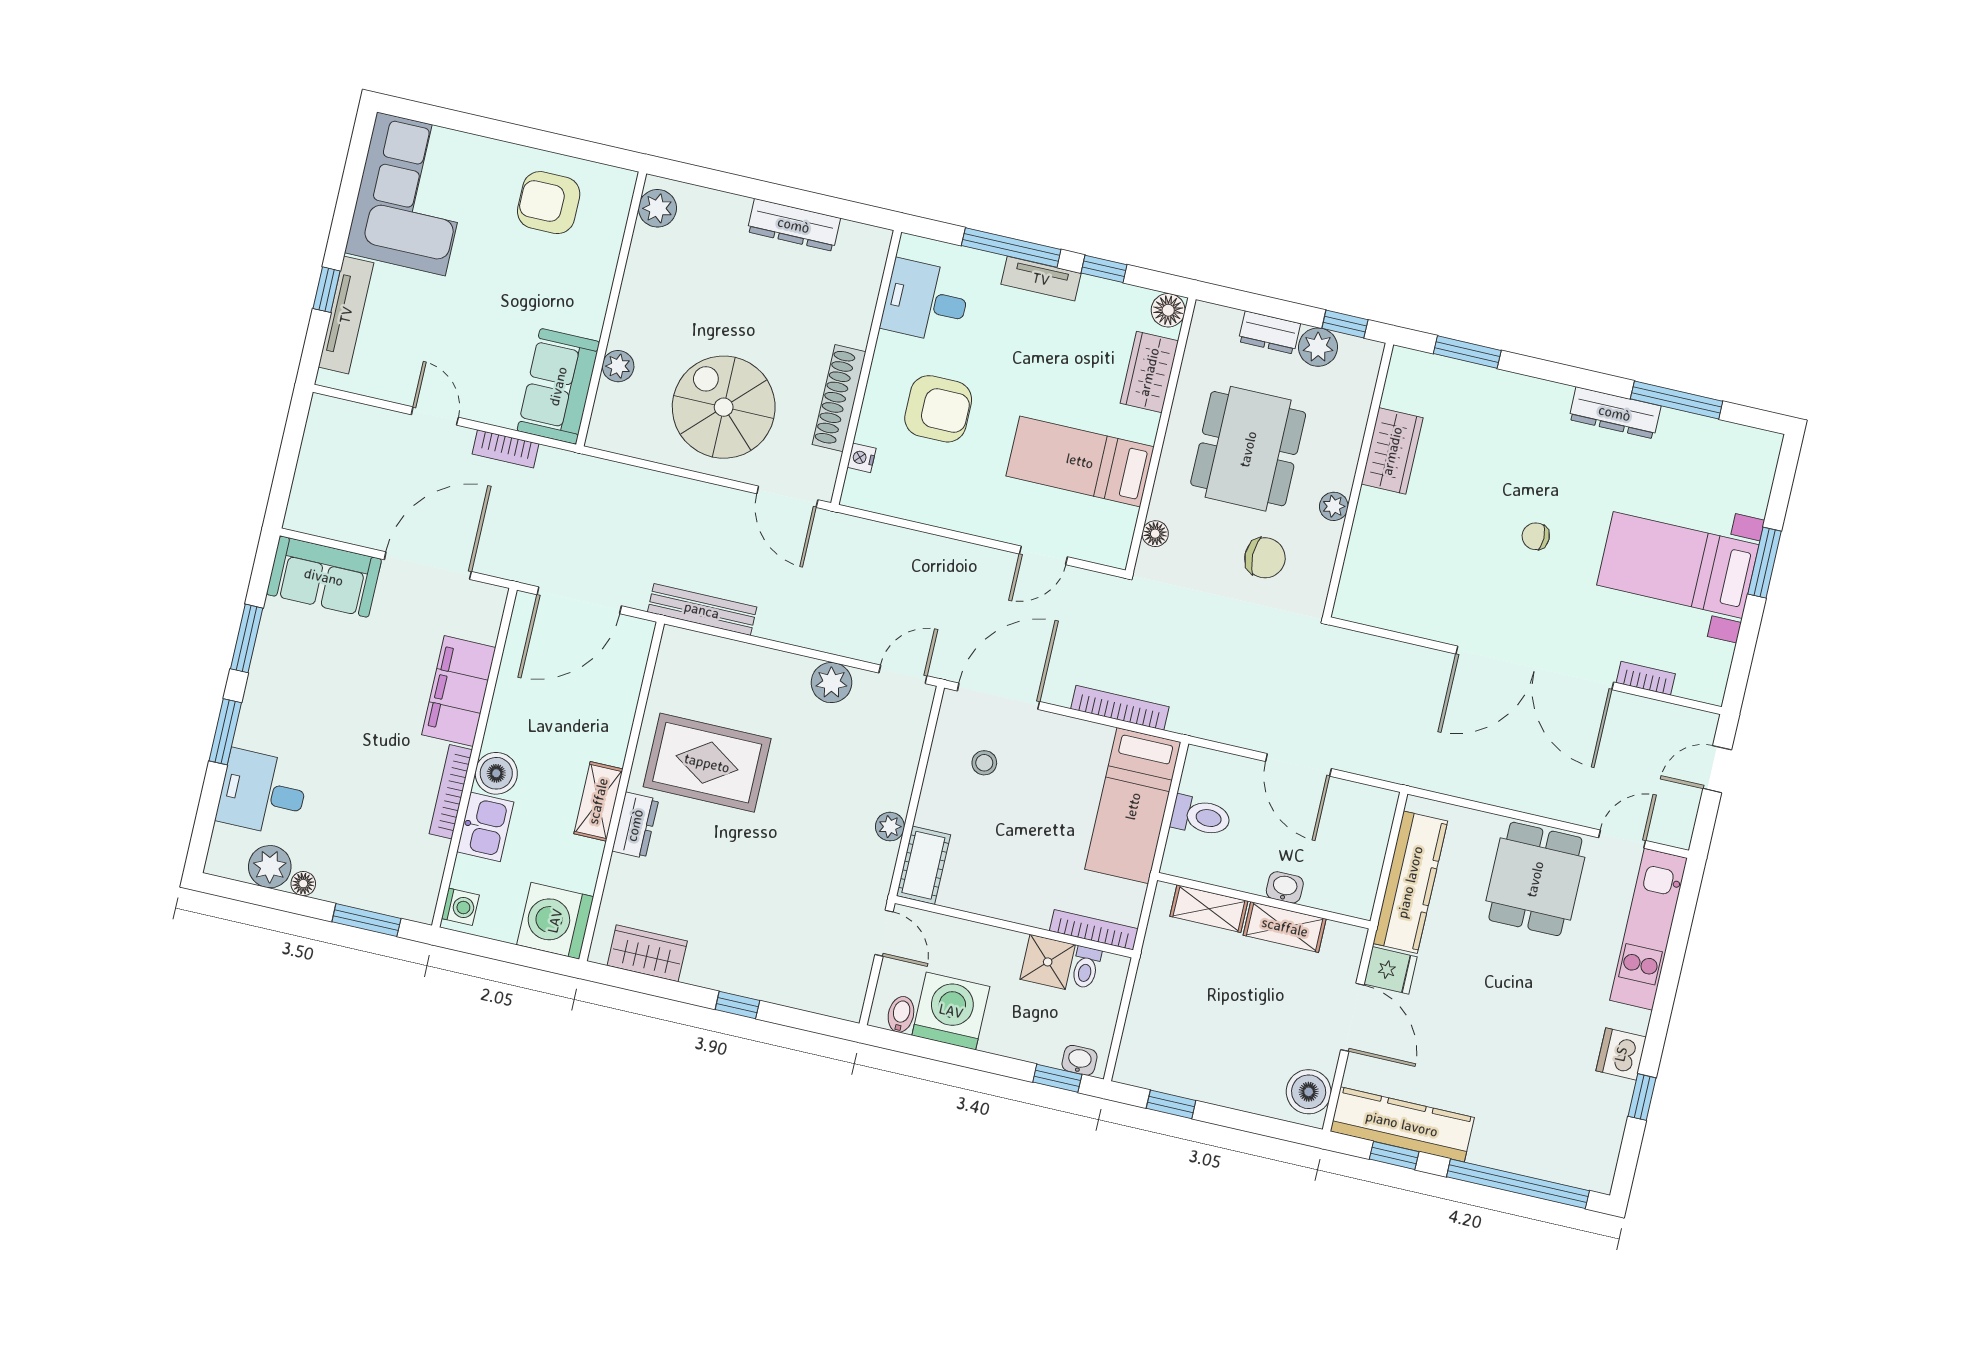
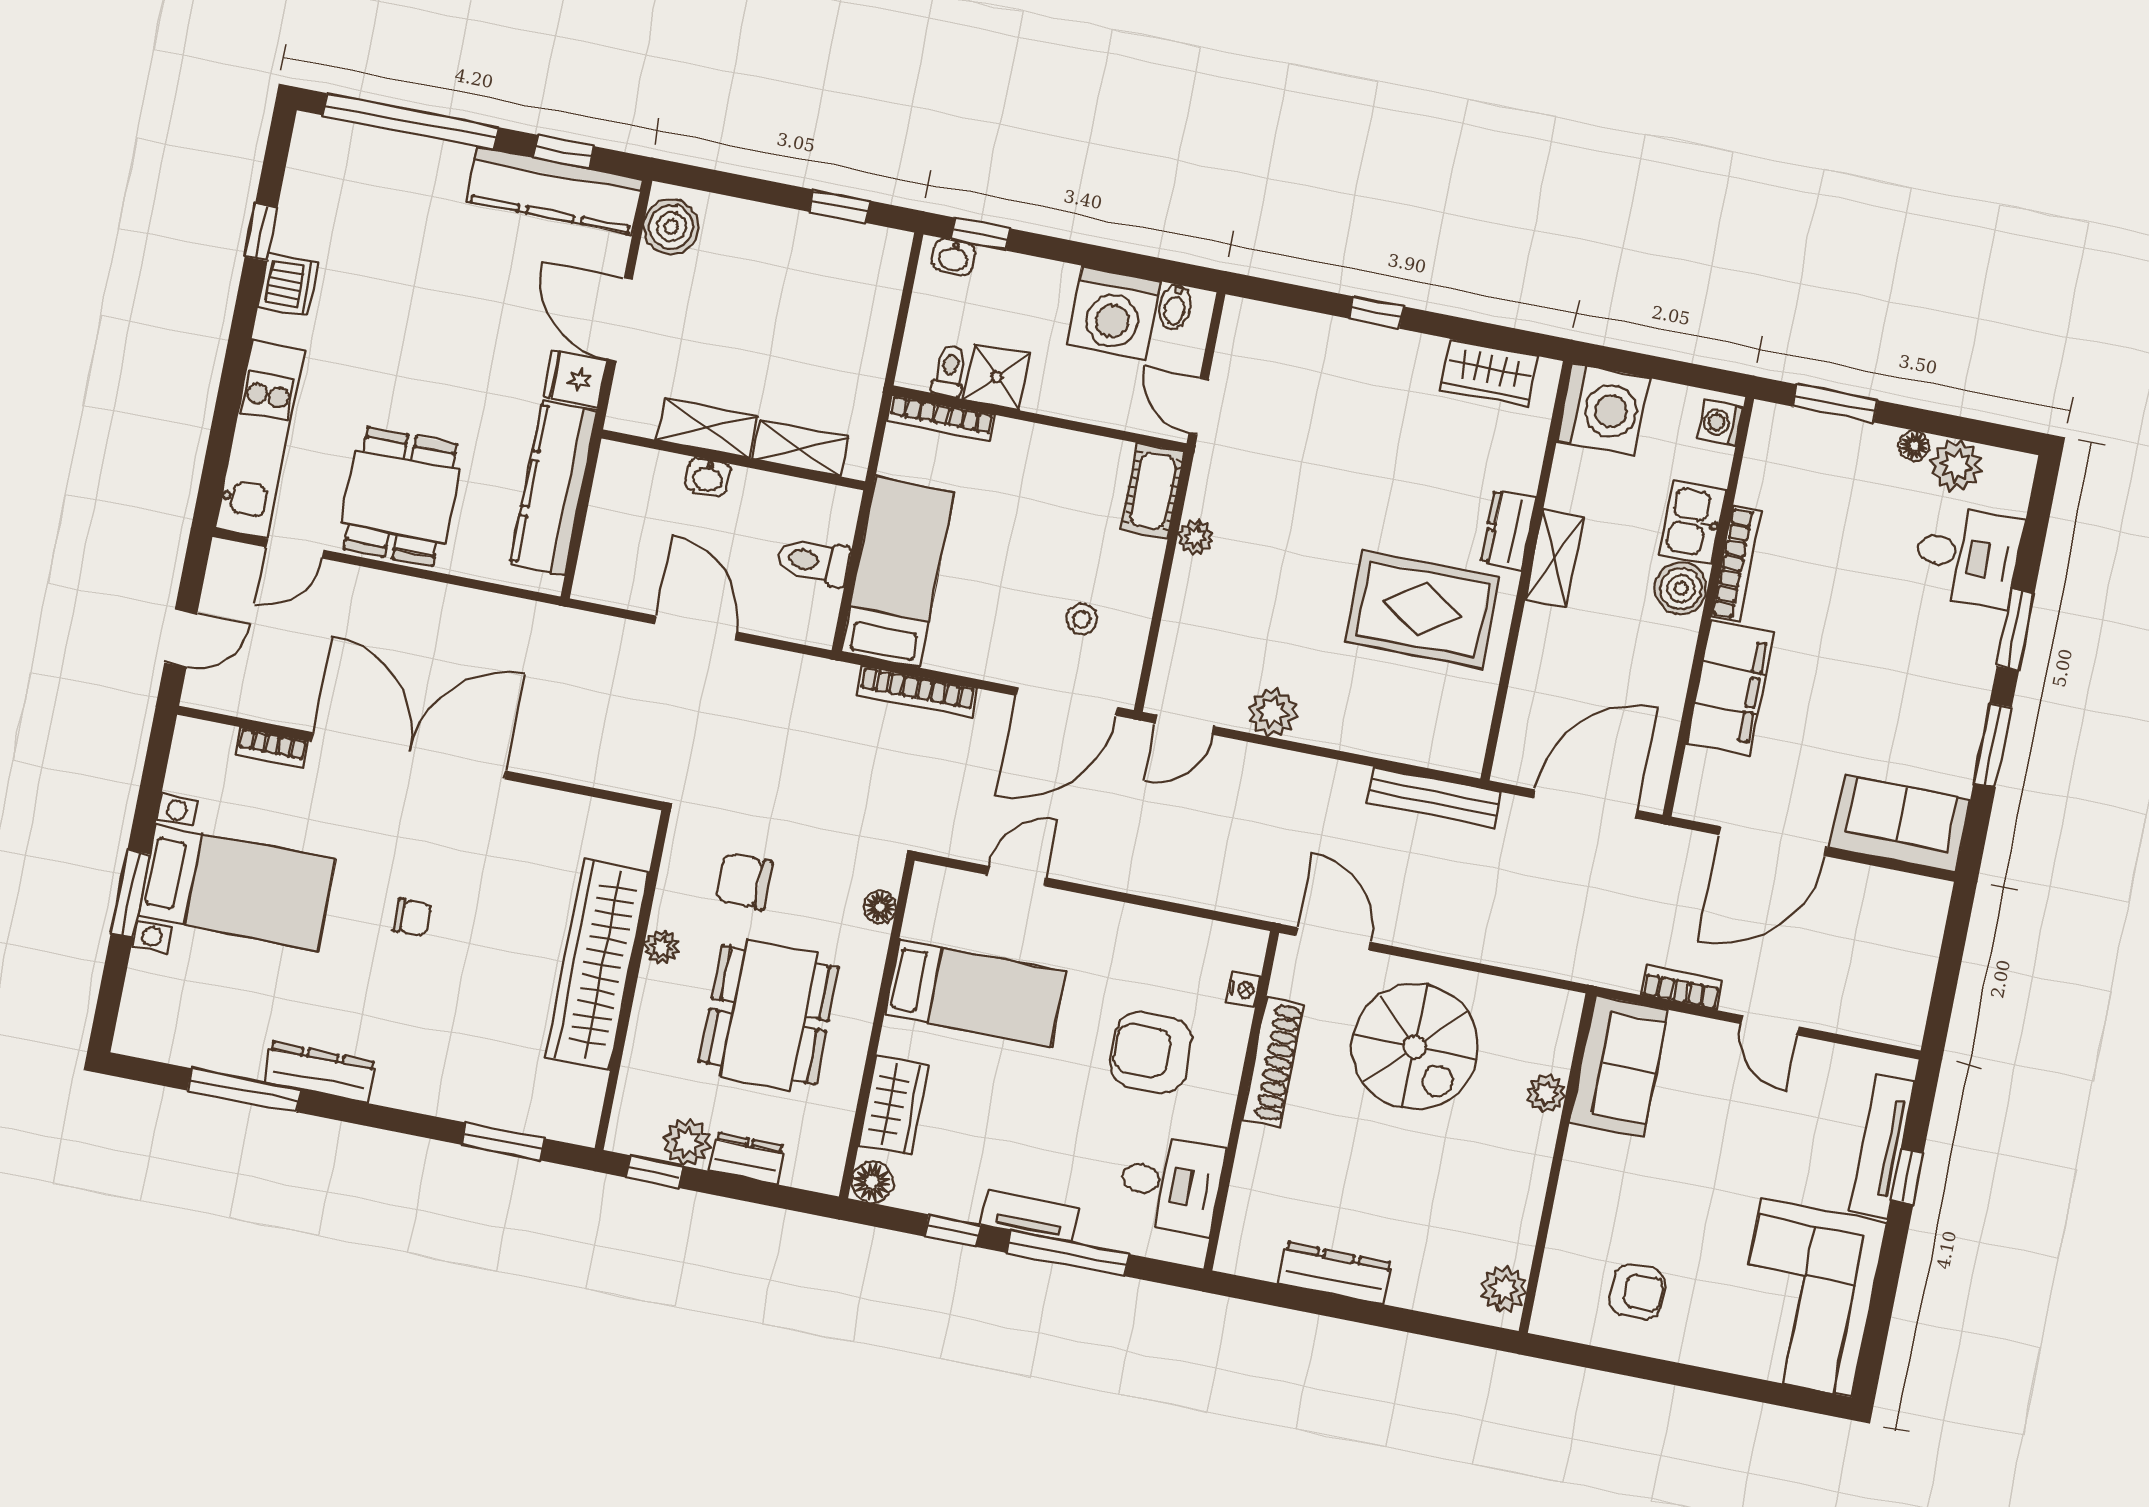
armchair: (549, 203) -> (1637, 1292), width x0.72, depth x0.72
wardrobe: (1392, 451) -> (598, 964), width x2.10, depth x1.17

